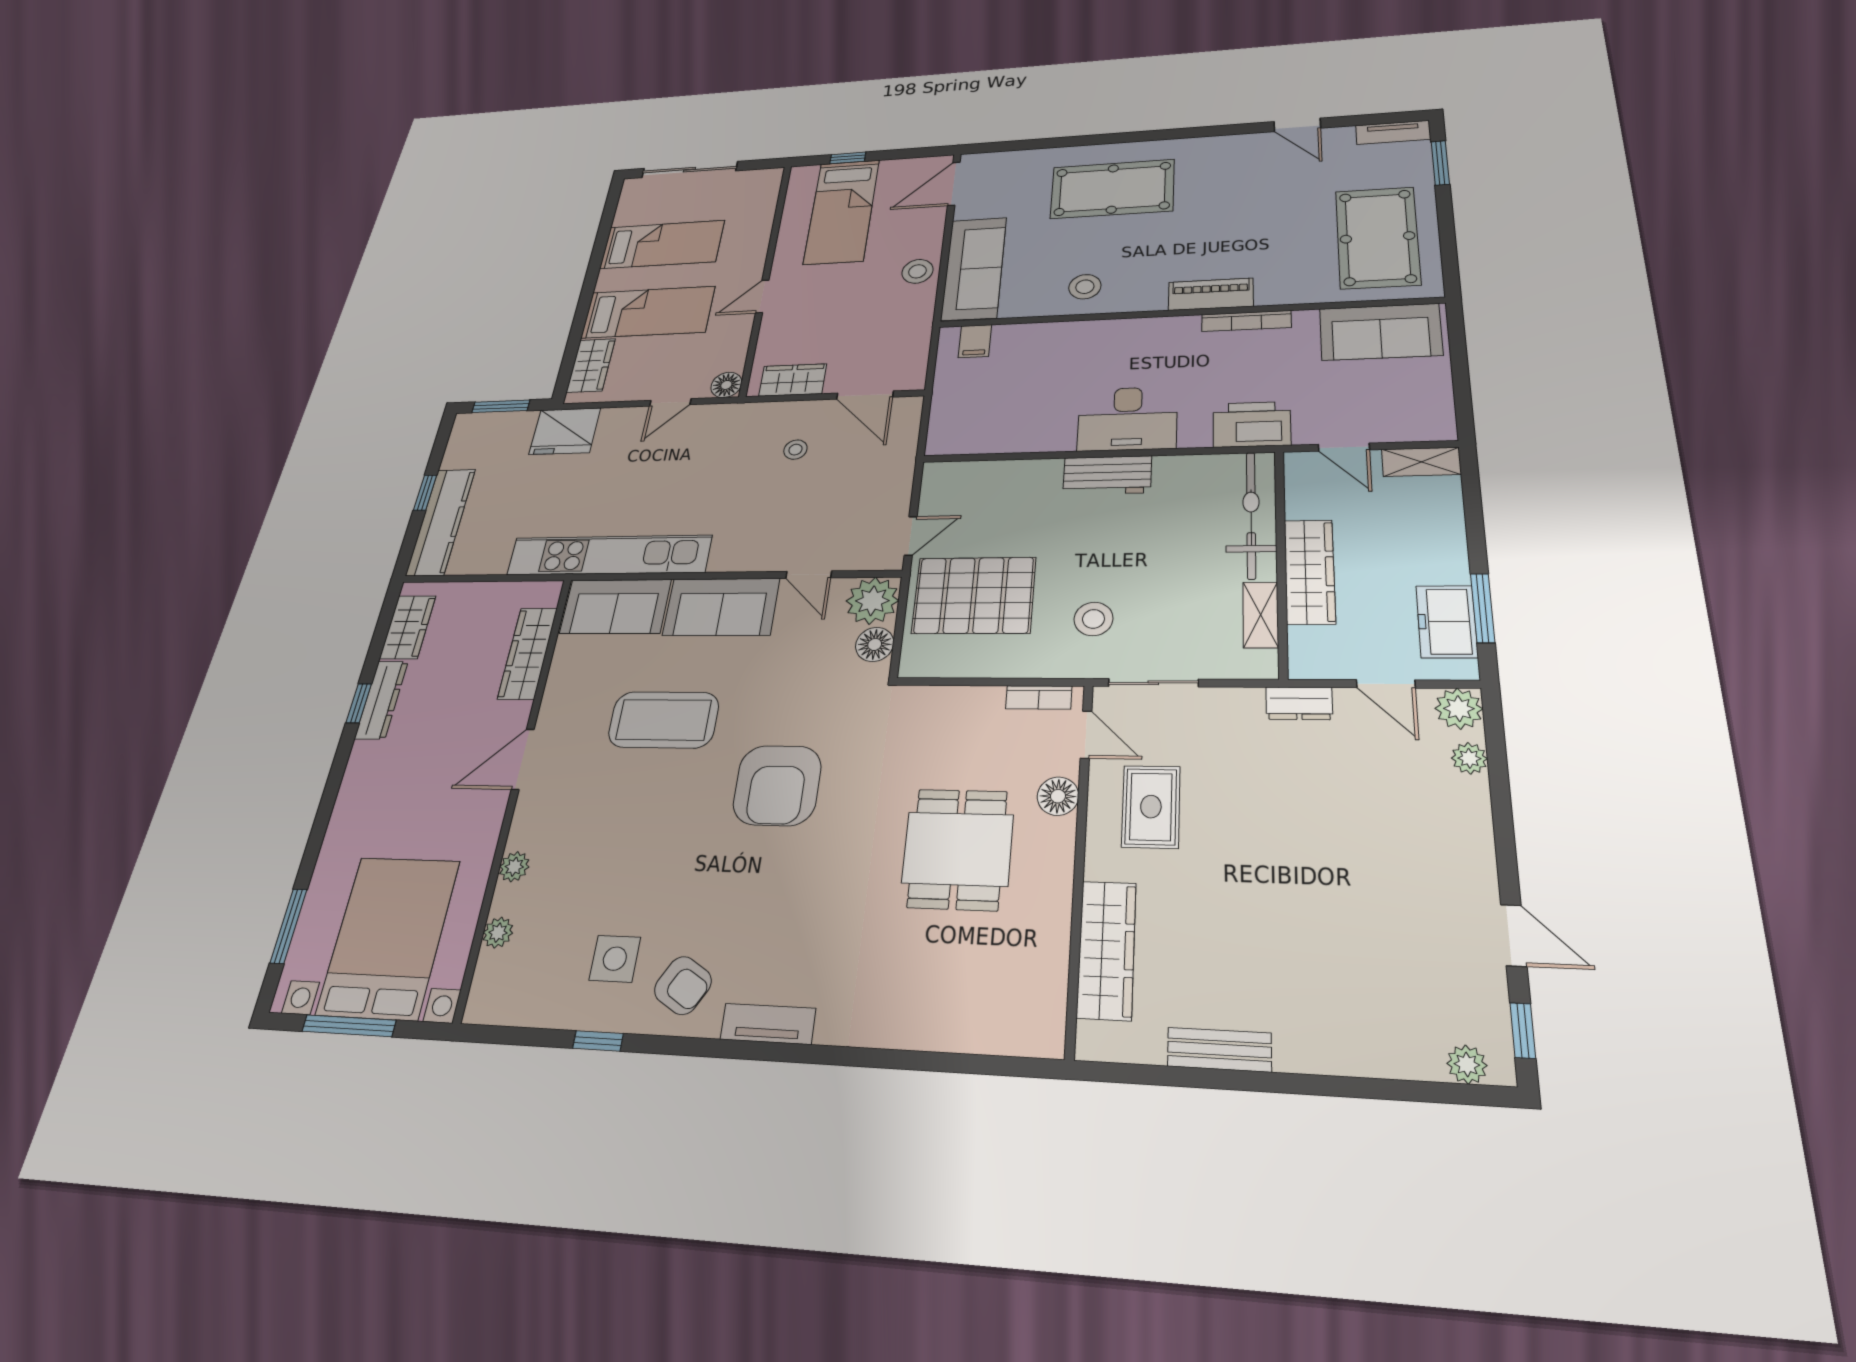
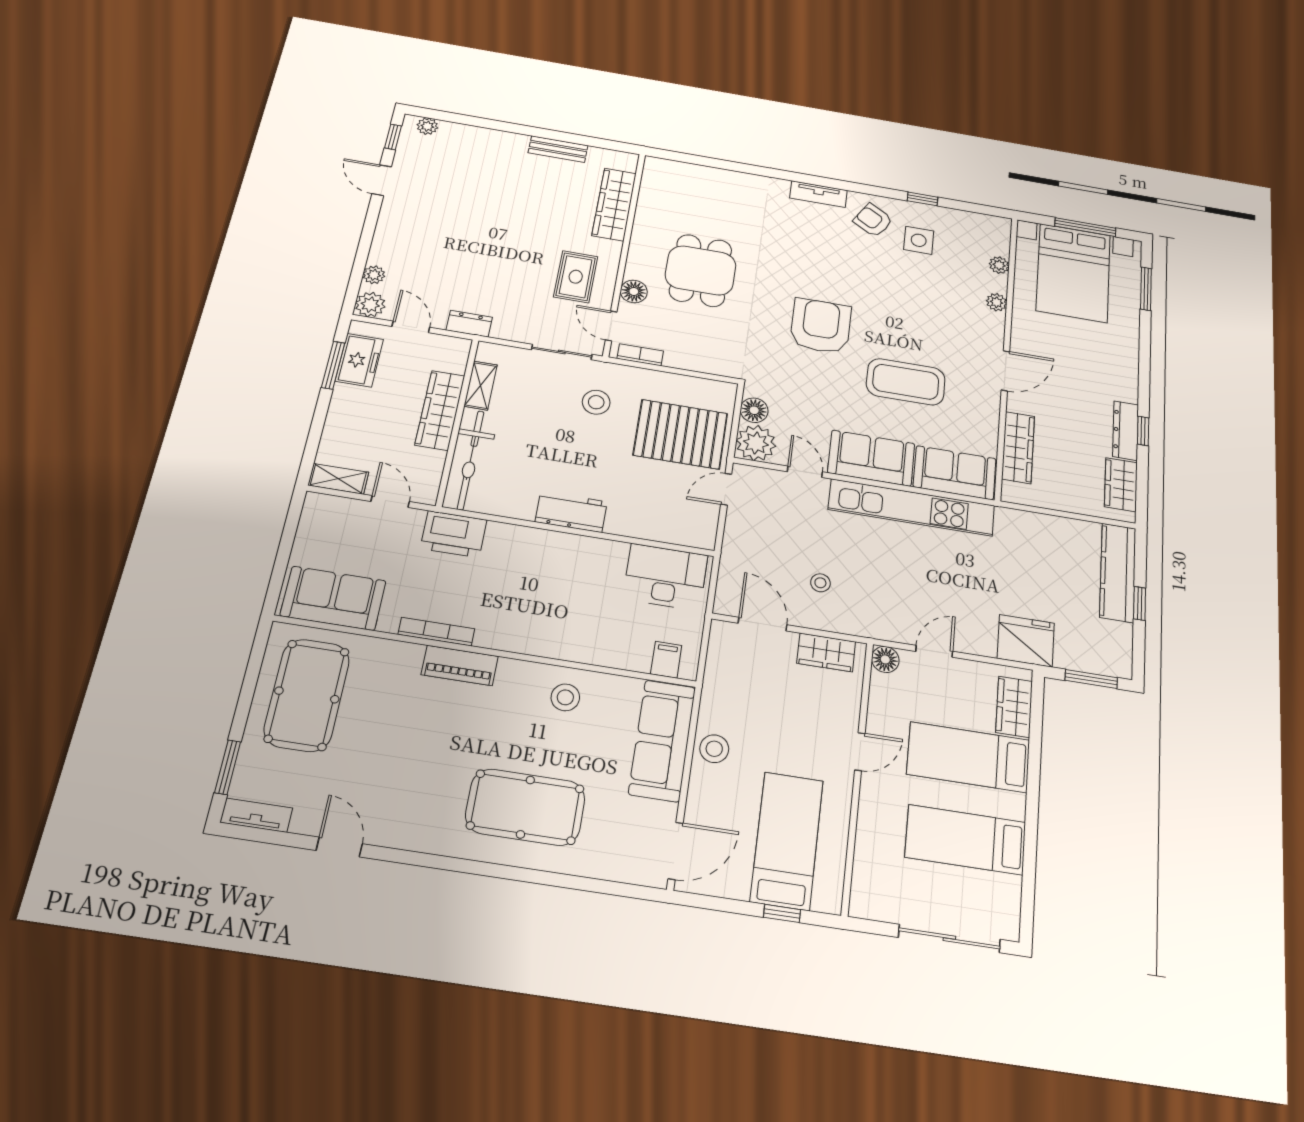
desk: (1127, 419) -> (665, 577), moved
kitchen unit: (609, 555) -> (912, 507), moved

